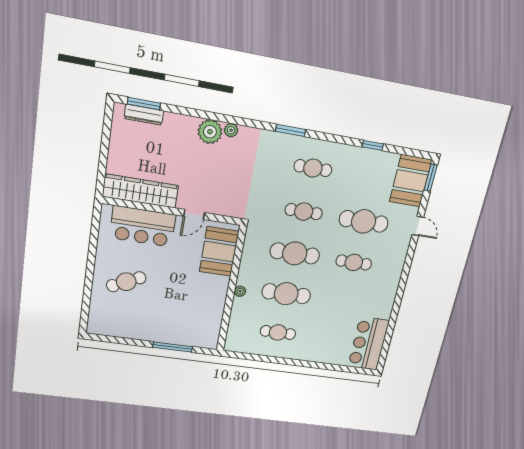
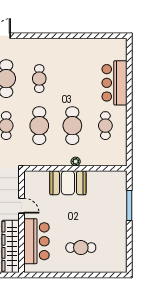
booth: (219, 252) -> (68, 183), moved
cafe table: (126, 282) -> (81, 248), turned -64
bar counter: (368, 344) -> (114, 83), moved, turned 90

